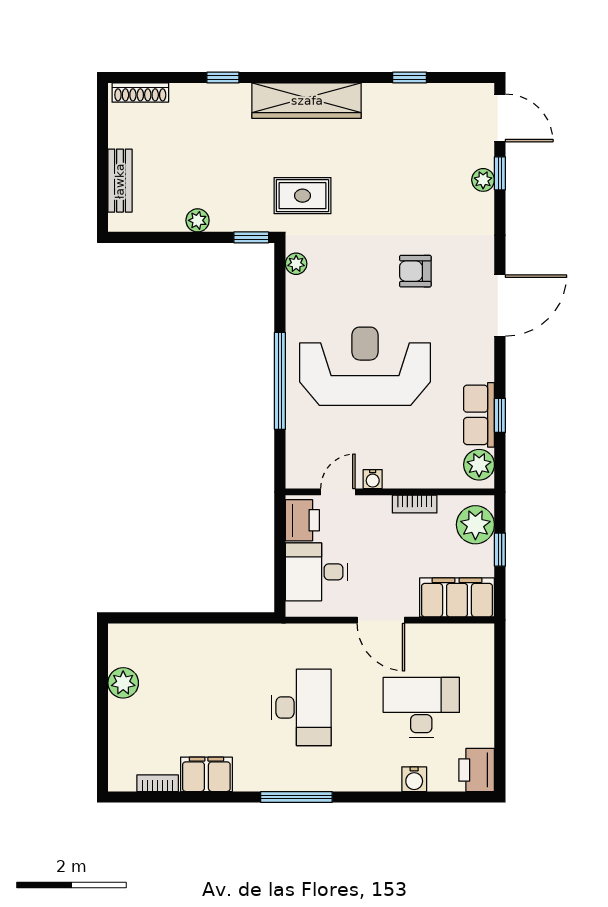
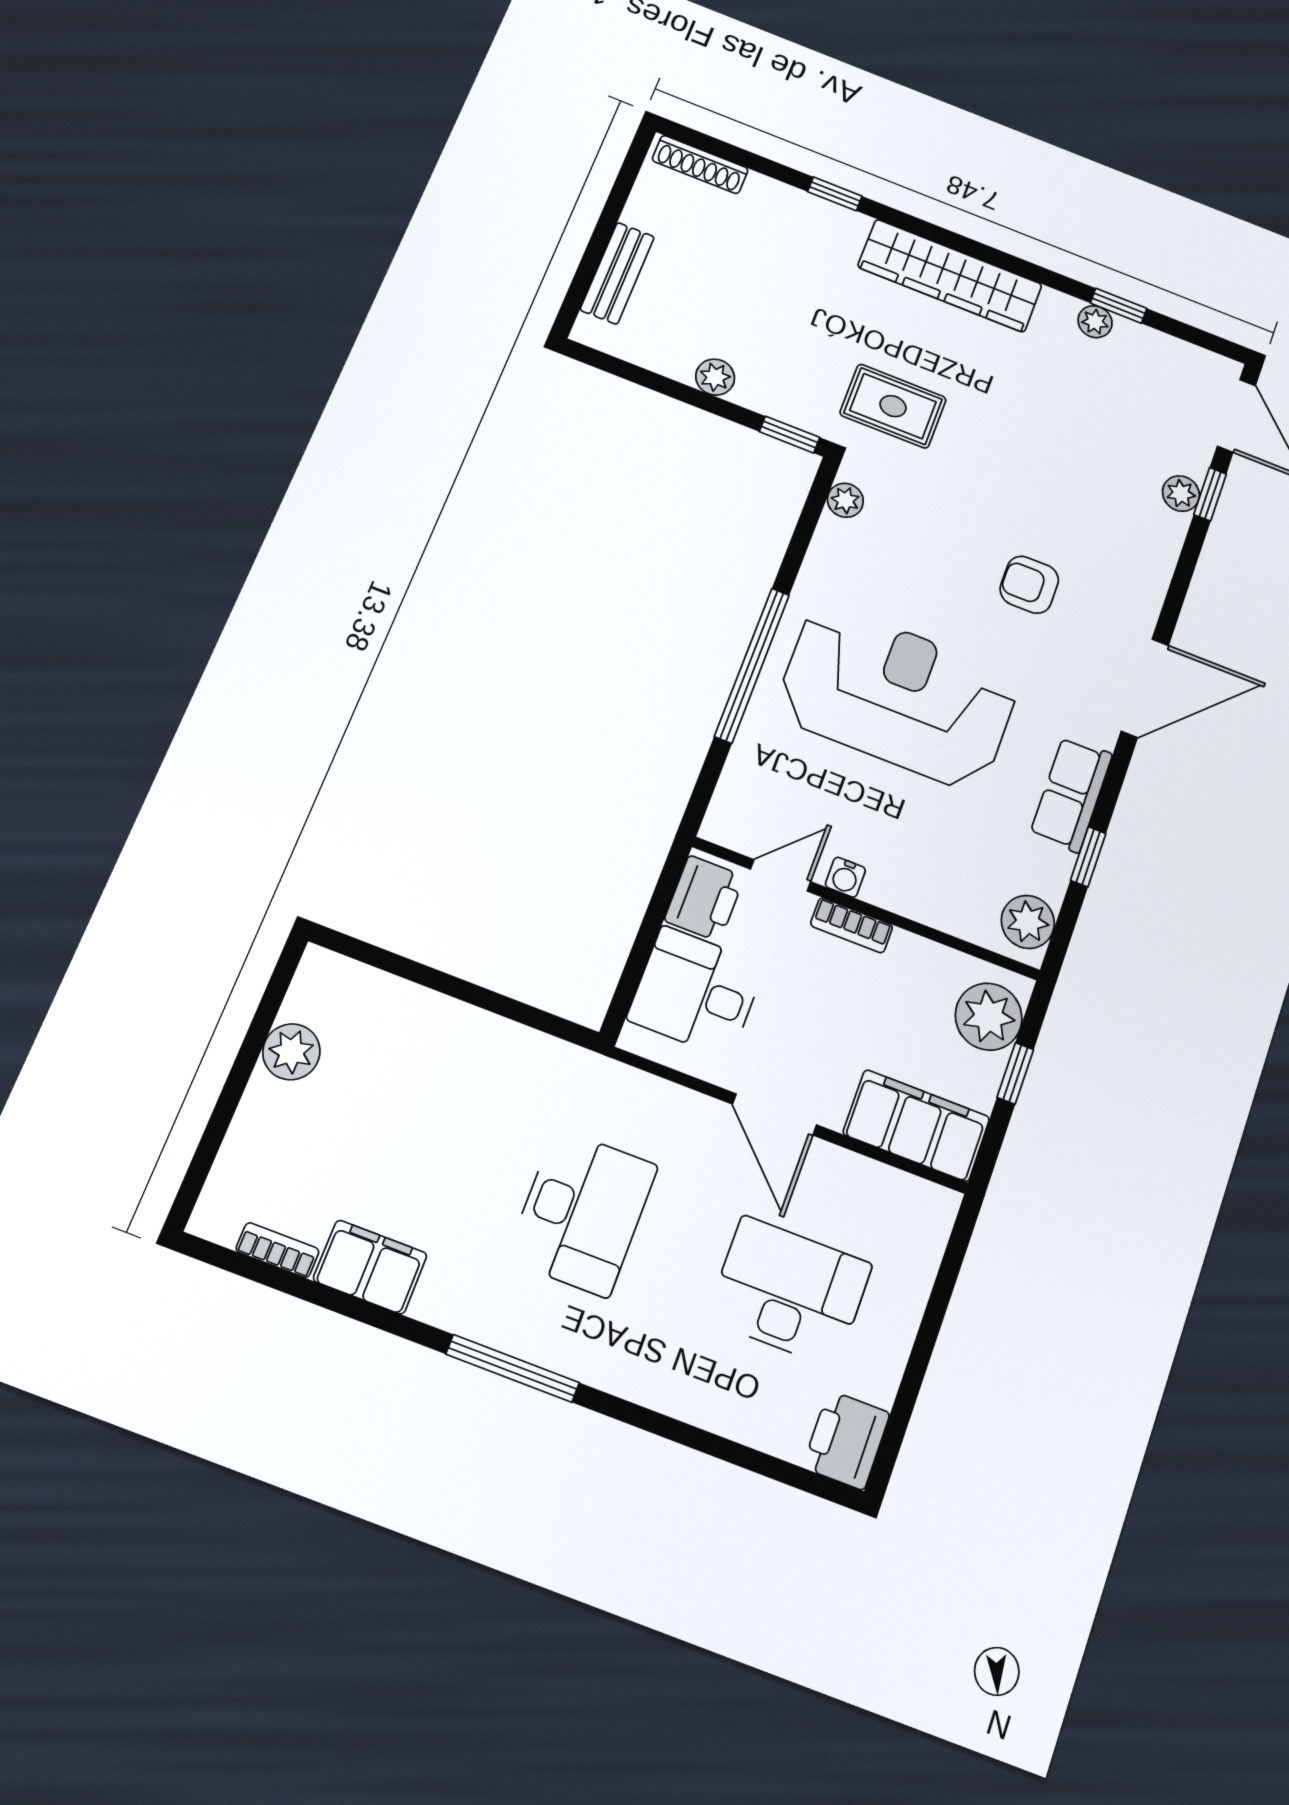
plant: (399, 94) -> (1095, 322), added
row of seats: (479, 415) -> (1071, 794), moved
bookcase: (415, 504) -> (852, 925), moved
water cooler: (414, 779) -> (731, 1415), removed

